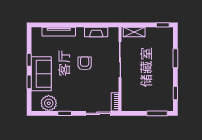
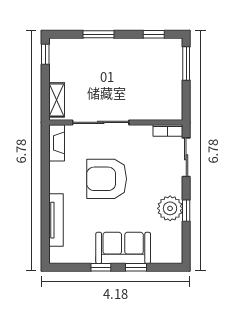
fireplace: (96, 32) -> (57, 143), moved
armchair: (85, 63) -> (107, 179), width x1.88, depth x1.88
plant: (49, 103) -> (170, 208), moved

